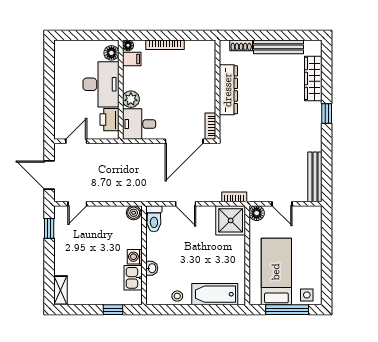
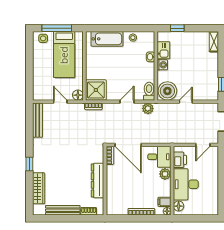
door: (184, 141) -> (128, 145), swing flipped
plant: (156, 194) -> (148, 108), added
door: (77, 204) -> (186, 102), moved
door: (186, 204) -> (127, 102), hinge flipped
boiler: (134, 213) -> (167, 91), width x1.86, depth x1.86

